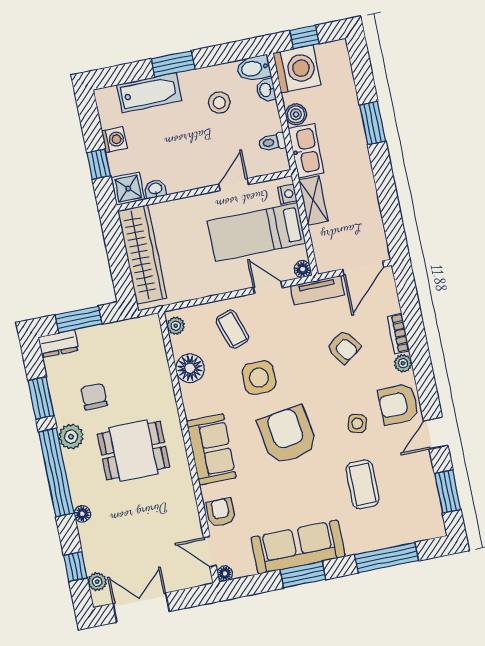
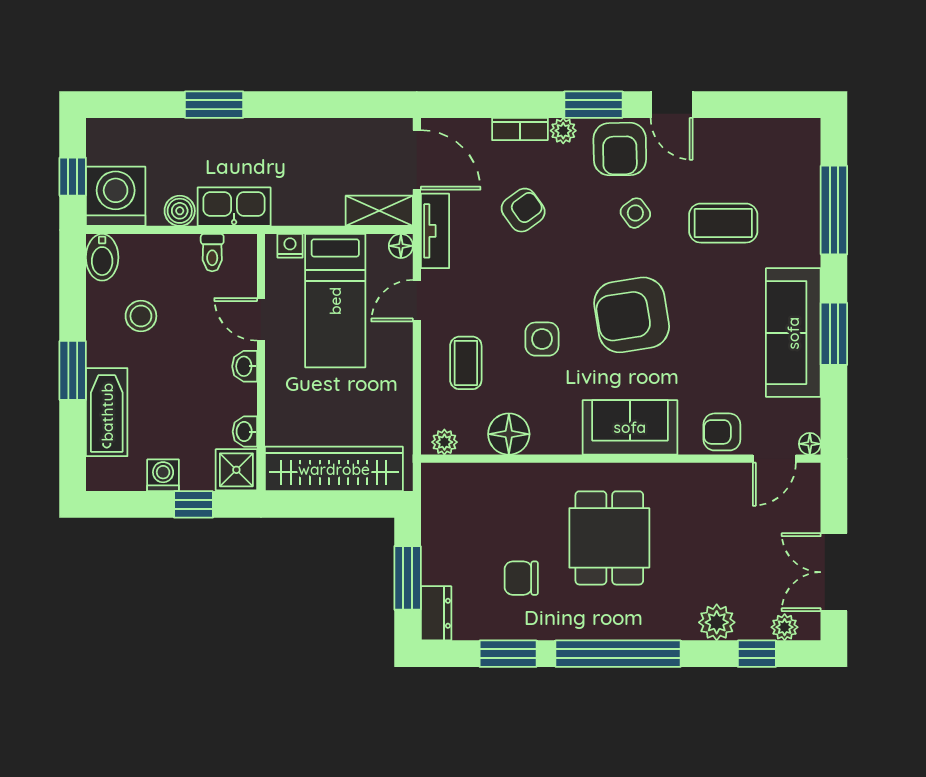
washbasin: (266, 90) -> (245, 366), moved, turned 90
shelving: (313, 201) -> (379, 211), moved
coffee table: (232, 329) -> (466, 363), turned -72
side table: (259, 378) -> (542, 339), width x0.73, depth x0.73
side table: (357, 423) -> (635, 213), turned 38
plant: (71, 437) -> (717, 622), moved
window: (448, 491) -> (593, 105), moved
floor lamp: (82, 514) -> (684, 629), removed

